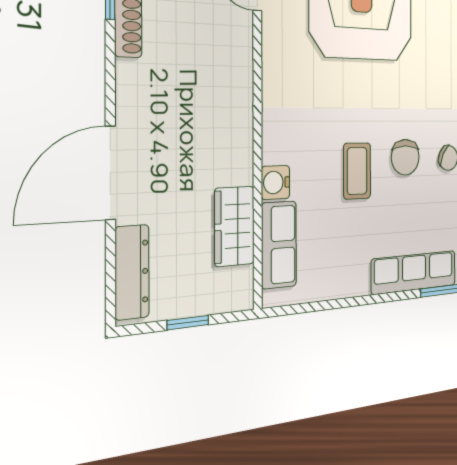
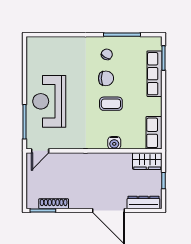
wardrobe: (234, 226) -> (147, 161), moved
row of seats: (279, 245) -> (154, 133), moved, turned -90

